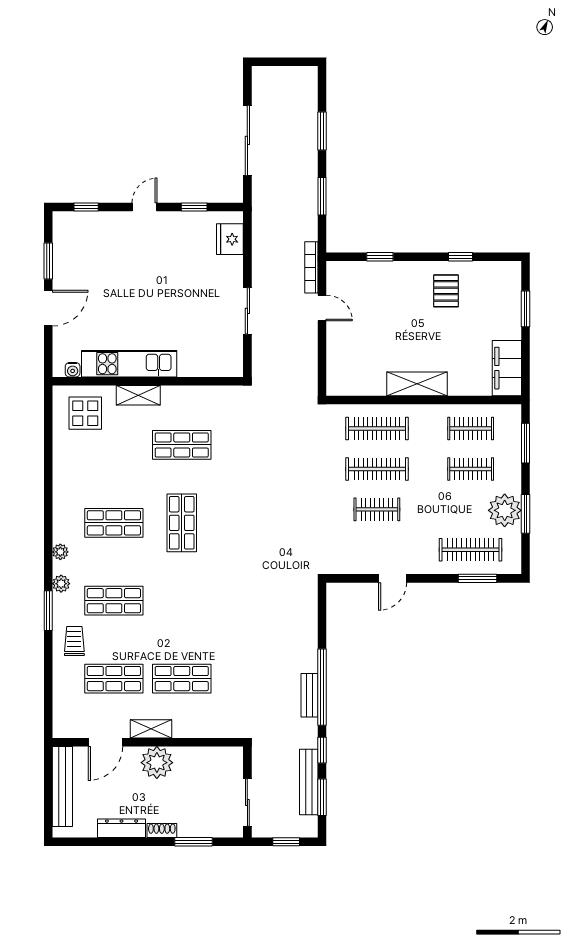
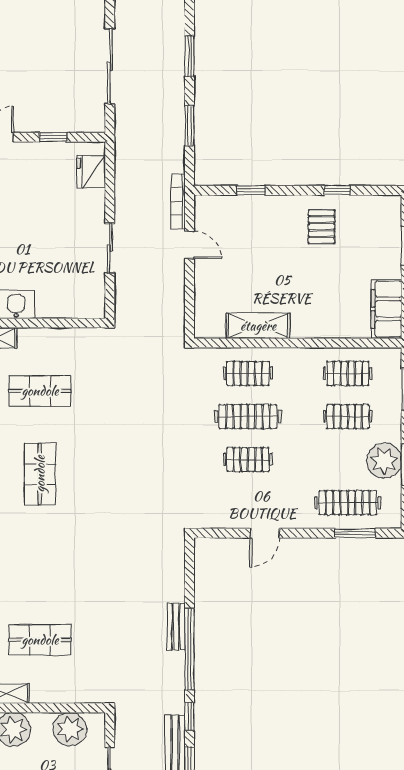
shelving: (417, 384) -> (258, 326), moved
clothes rail: (377, 429) -> (248, 373), width x0.73
bench: (310, 695) -> (176, 627), moved
plant: (210, 762) -> (70, 729), added

